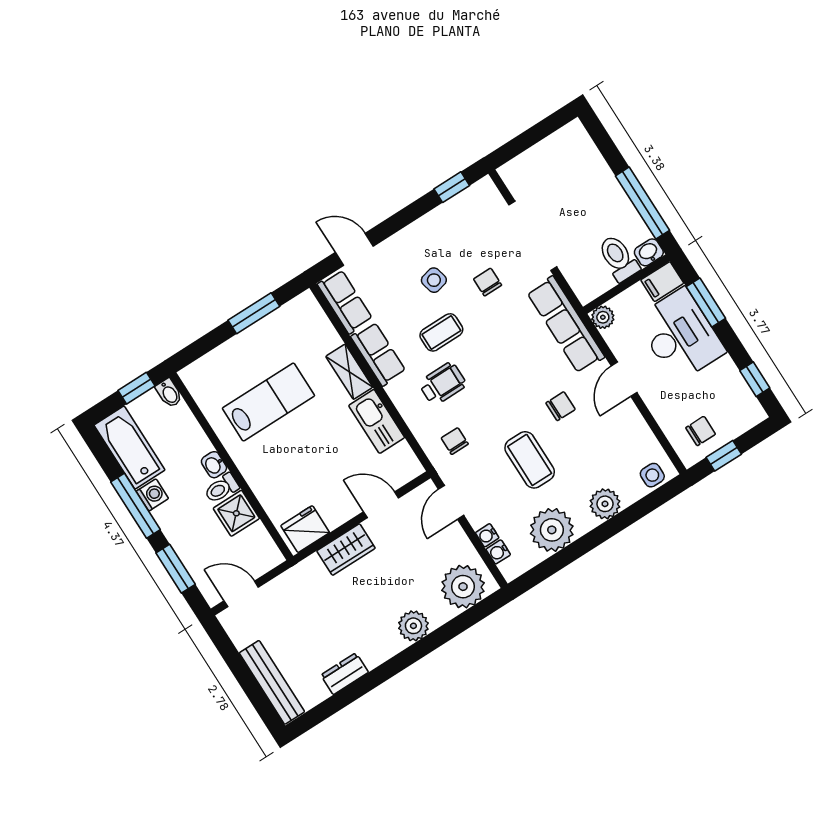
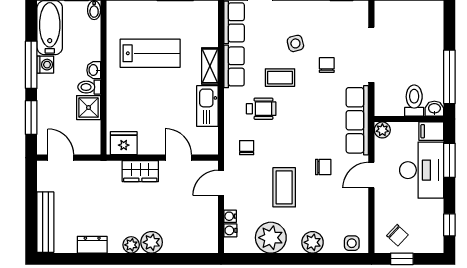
chair: (701, 431) -> (397, 235), turned 43
plant: (463, 587) -> (131, 245), moved, width x0.53, depth x0.53

